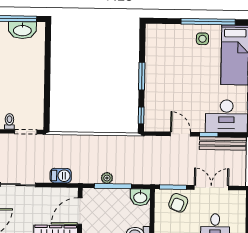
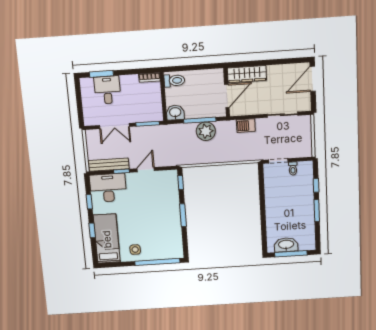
window: (208, 22) -> (157, 262), moved
door: (180, 134) -> (146, 170), swing flipped
plant: (107, 178) -> (206, 131), width x1.88, depth x1.88
armchair: (178, 203) -> (142, 110), removed

